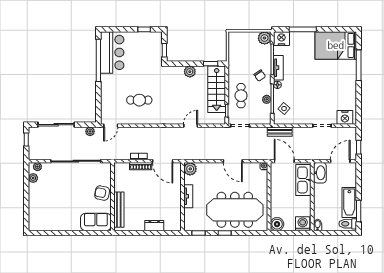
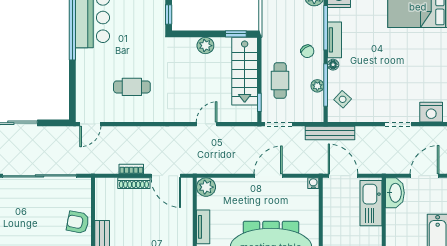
plant: (90, 131) -> (60, 133), removed
bench: (280, 132) -> (330, 133), width x1.36
door: (233, 161) -> (268, 176), swing flipped

